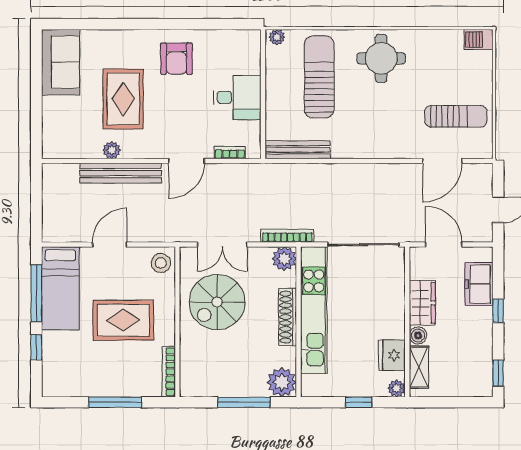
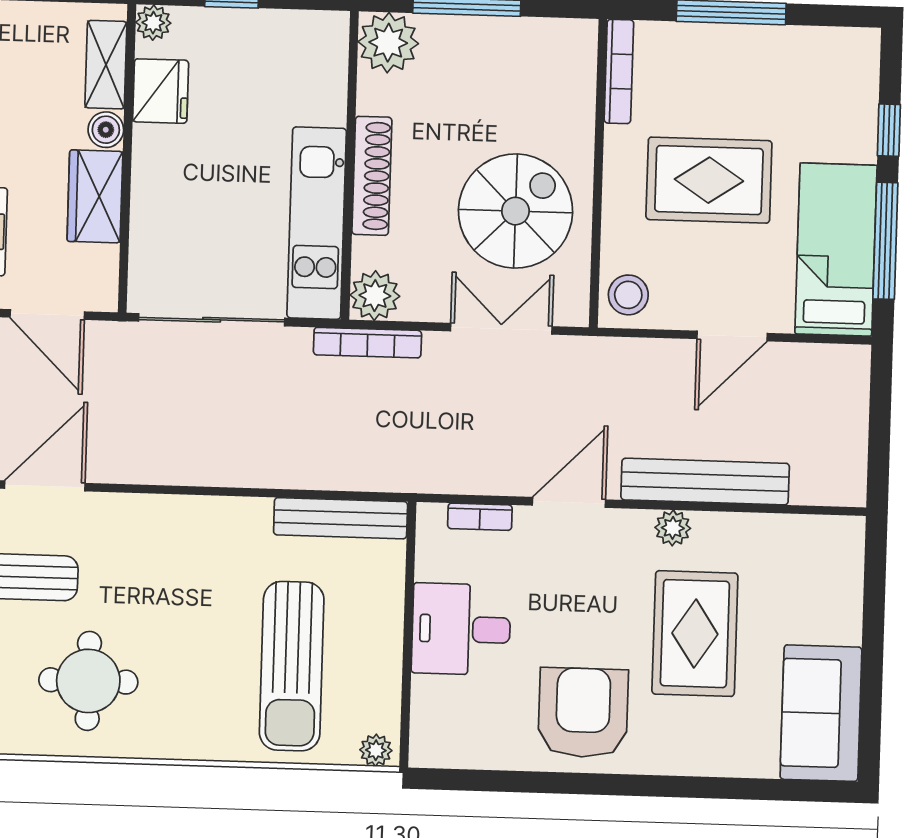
round table: (381, 58) -> (88, 681), moved
armchair: (176, 59) -> (583, 713), width x1.36, depth x1.36
plant: (112, 150) -> (673, 528), moved
kitchen unit: (314, 310) -> (317, 223), width x0.73

